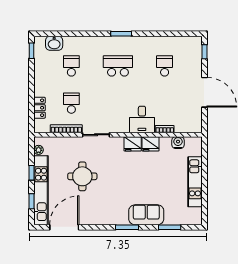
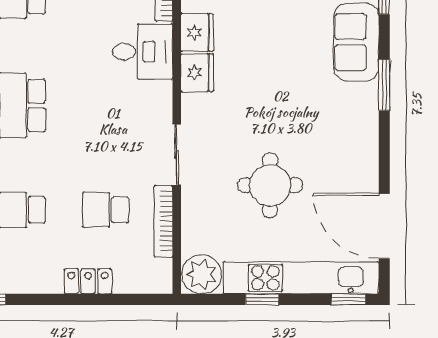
locker: (40, 108) -> (88, 281), moved
plant: (39, 150) -> (202, 274), width x1.88, depth x1.88
window: (31, 201) -> (349, 299), moved

